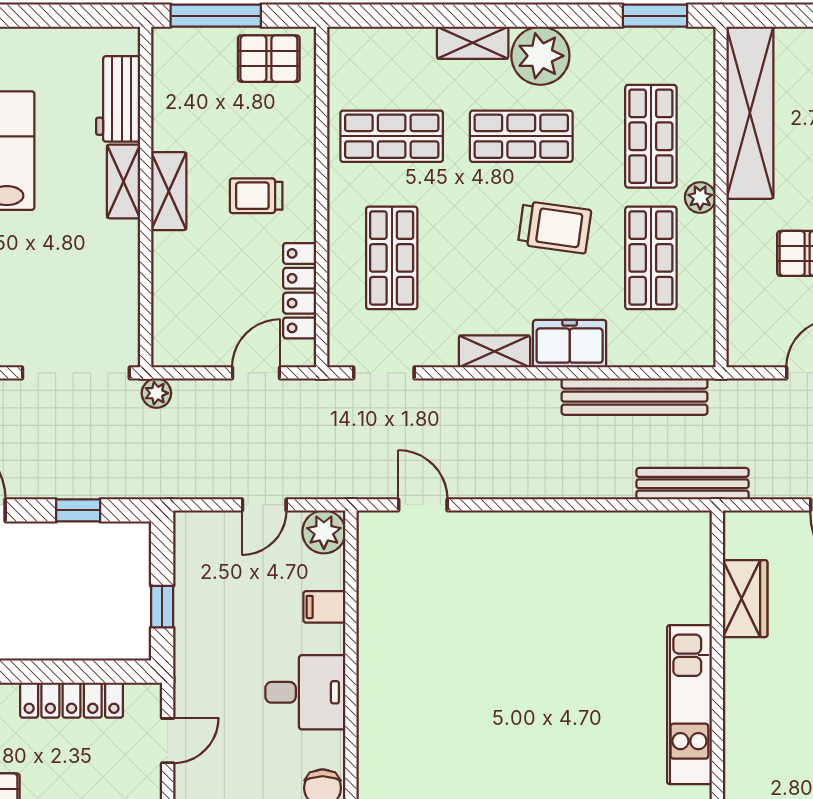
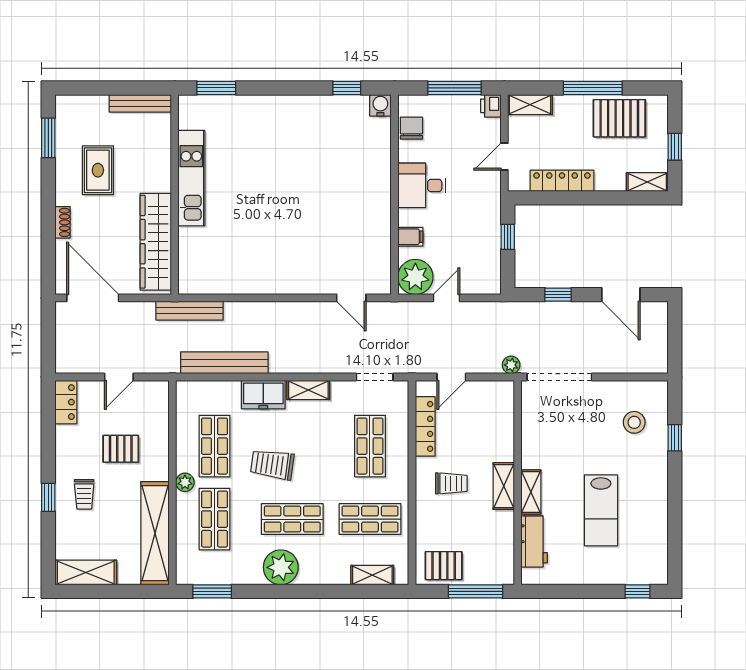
shelving: (473, 43) -> (372, 575), moved
plant: (324, 532) -> (415, 277), width x1.36, depth x1.36
wardrobe: (745, 599) -> (156, 242), width x2.10, depth x1.17

